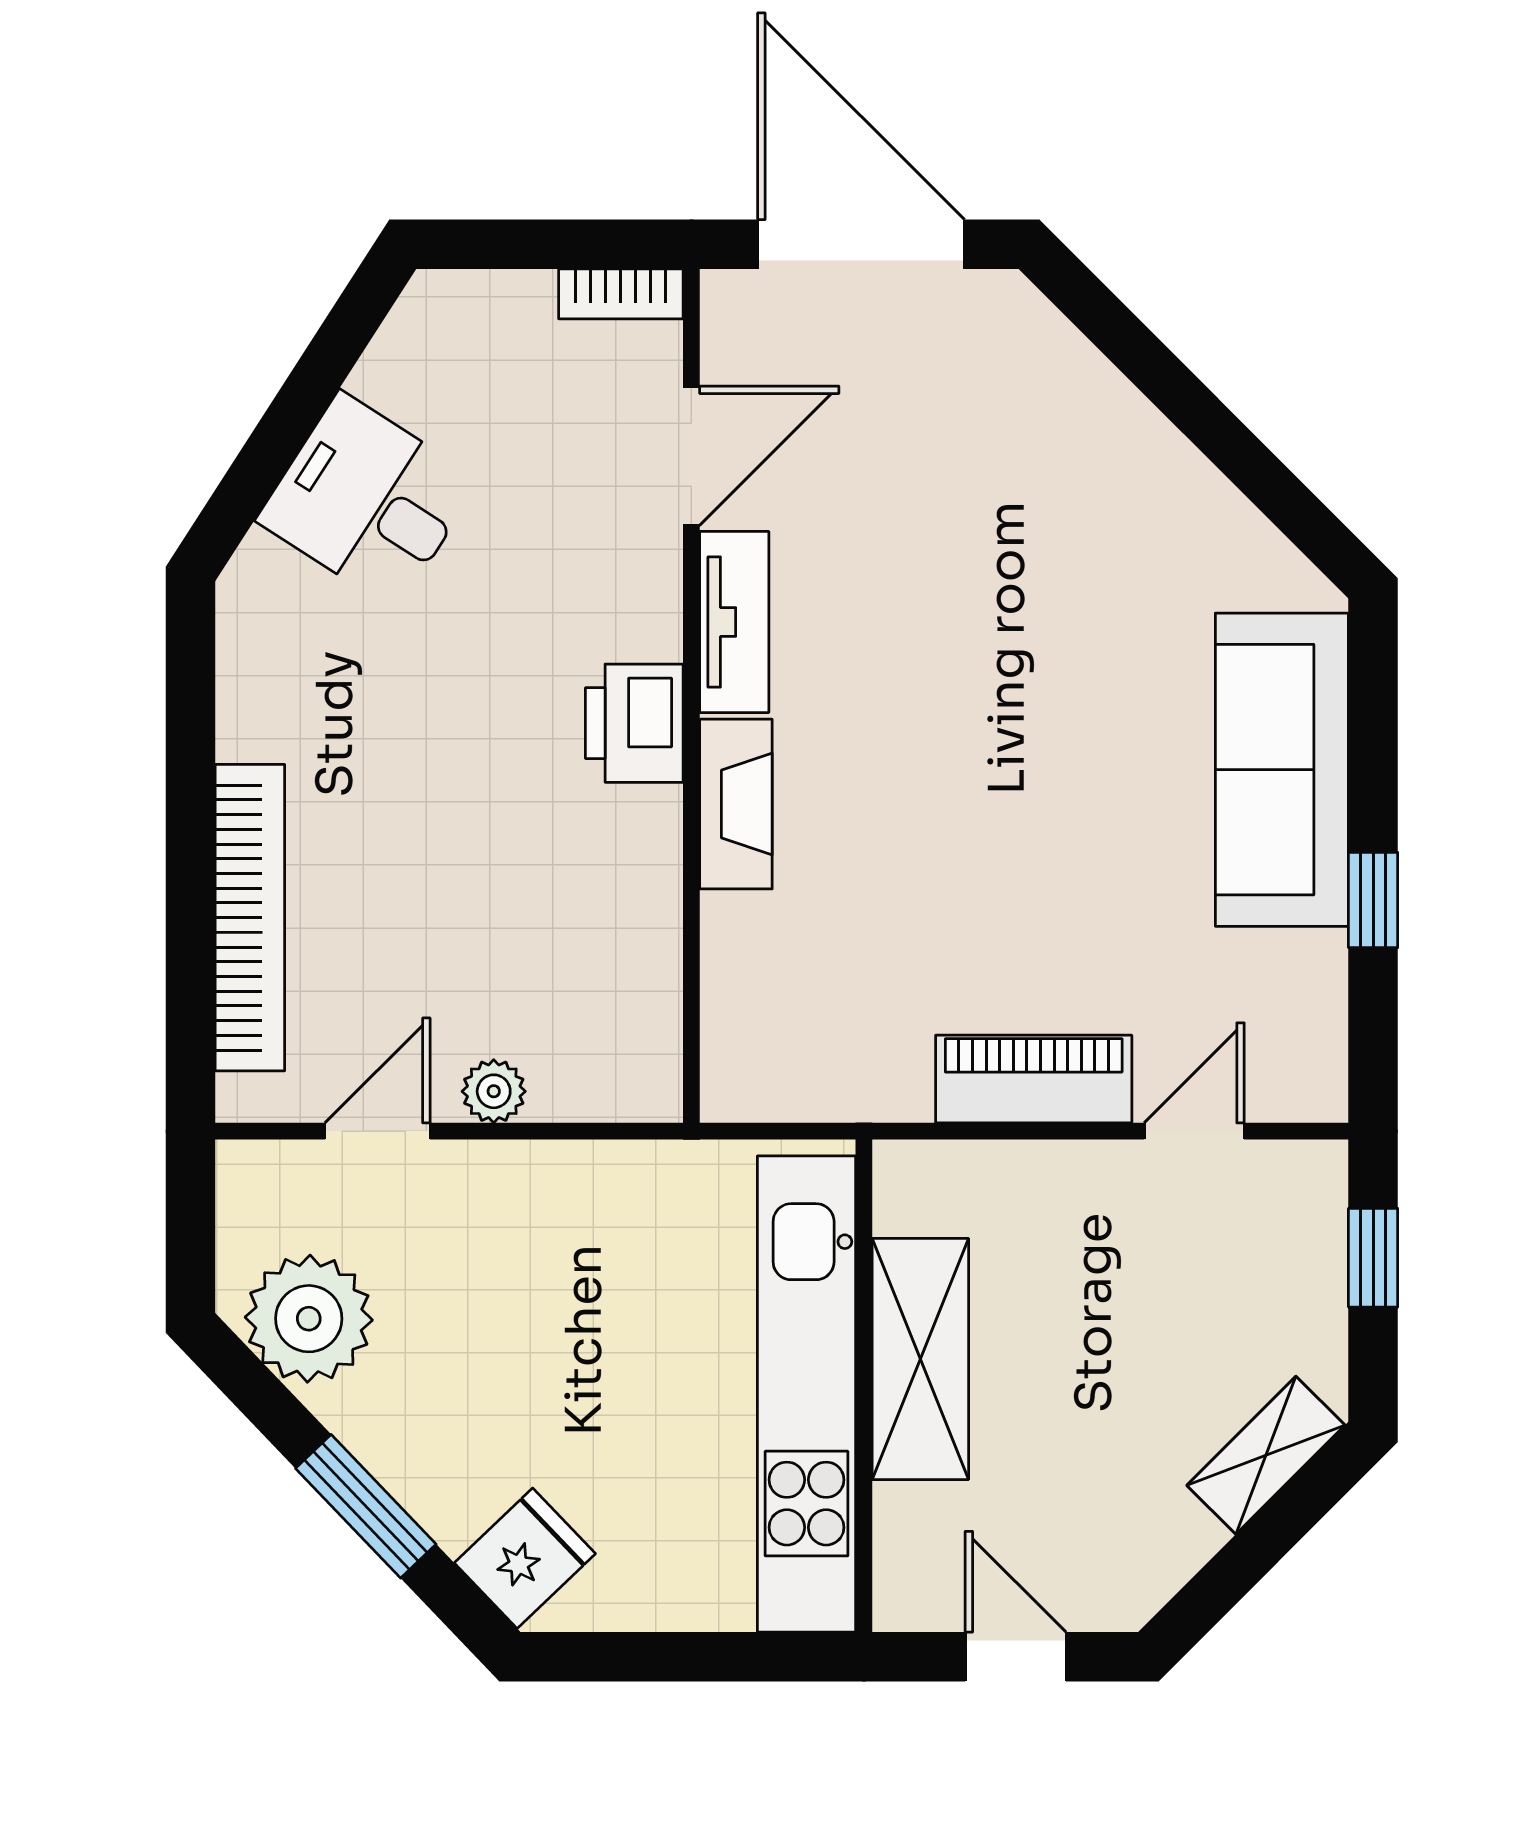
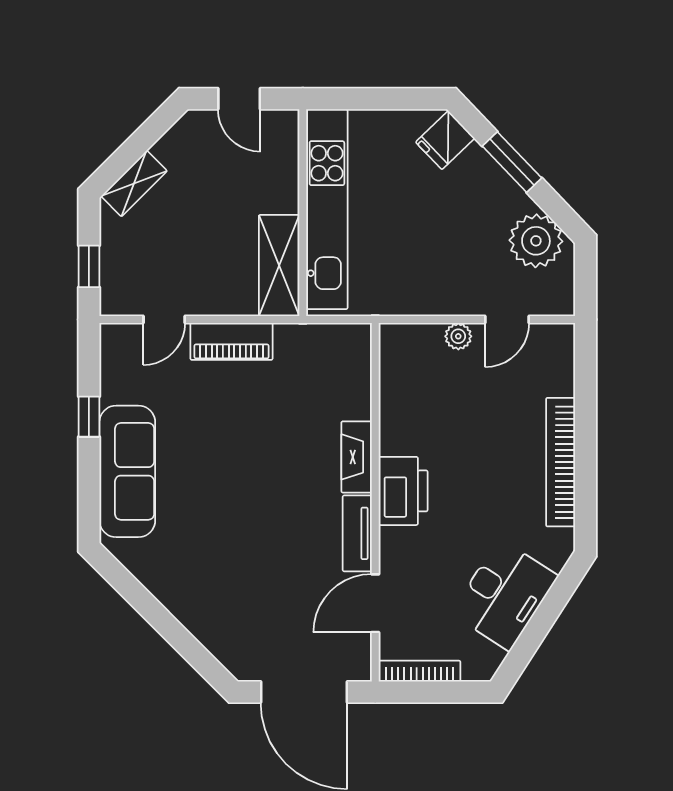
bookcase: (621, 294) -> (420, 671), width x1.56
desk: (368, 501) -> (504, 595), width x1.37
printer: (634, 723) -> (403, 491), width x1.37, depth x1.19
bookcase: (250, 918) -> (561, 462), moved
shelving: (920, 1359) -> (279, 265), moved

